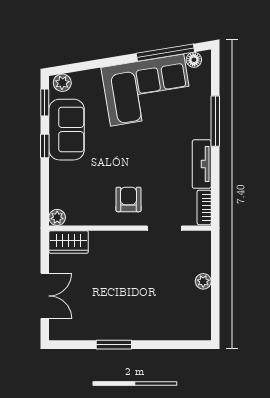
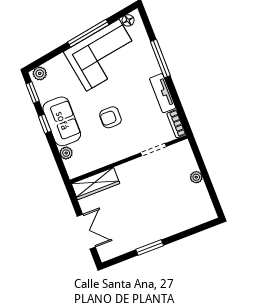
window: (165, 53) -> (88, 33), moved
sofa: (67, 130) -> (62, 121), moved
armchair: (128, 199) -> (110, 117), moved, turned -90
plant: (57, 217) -> (66, 153), moved
wardrobe: (69, 242) -> (96, 184), width x1.50

